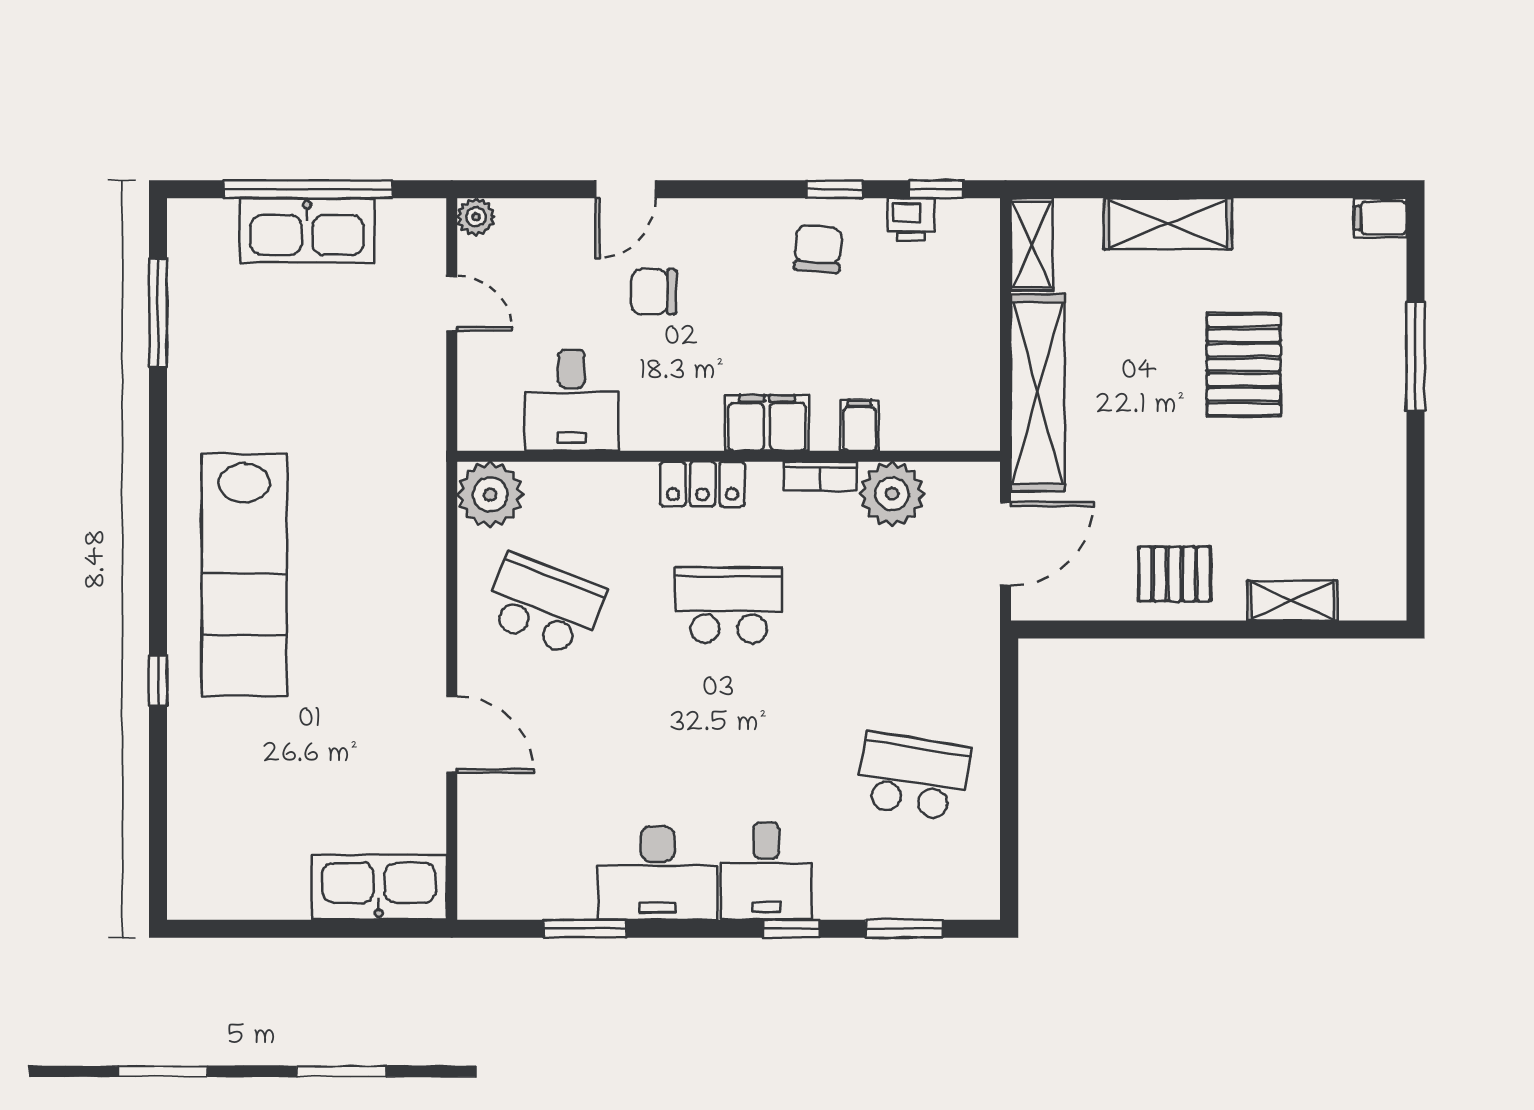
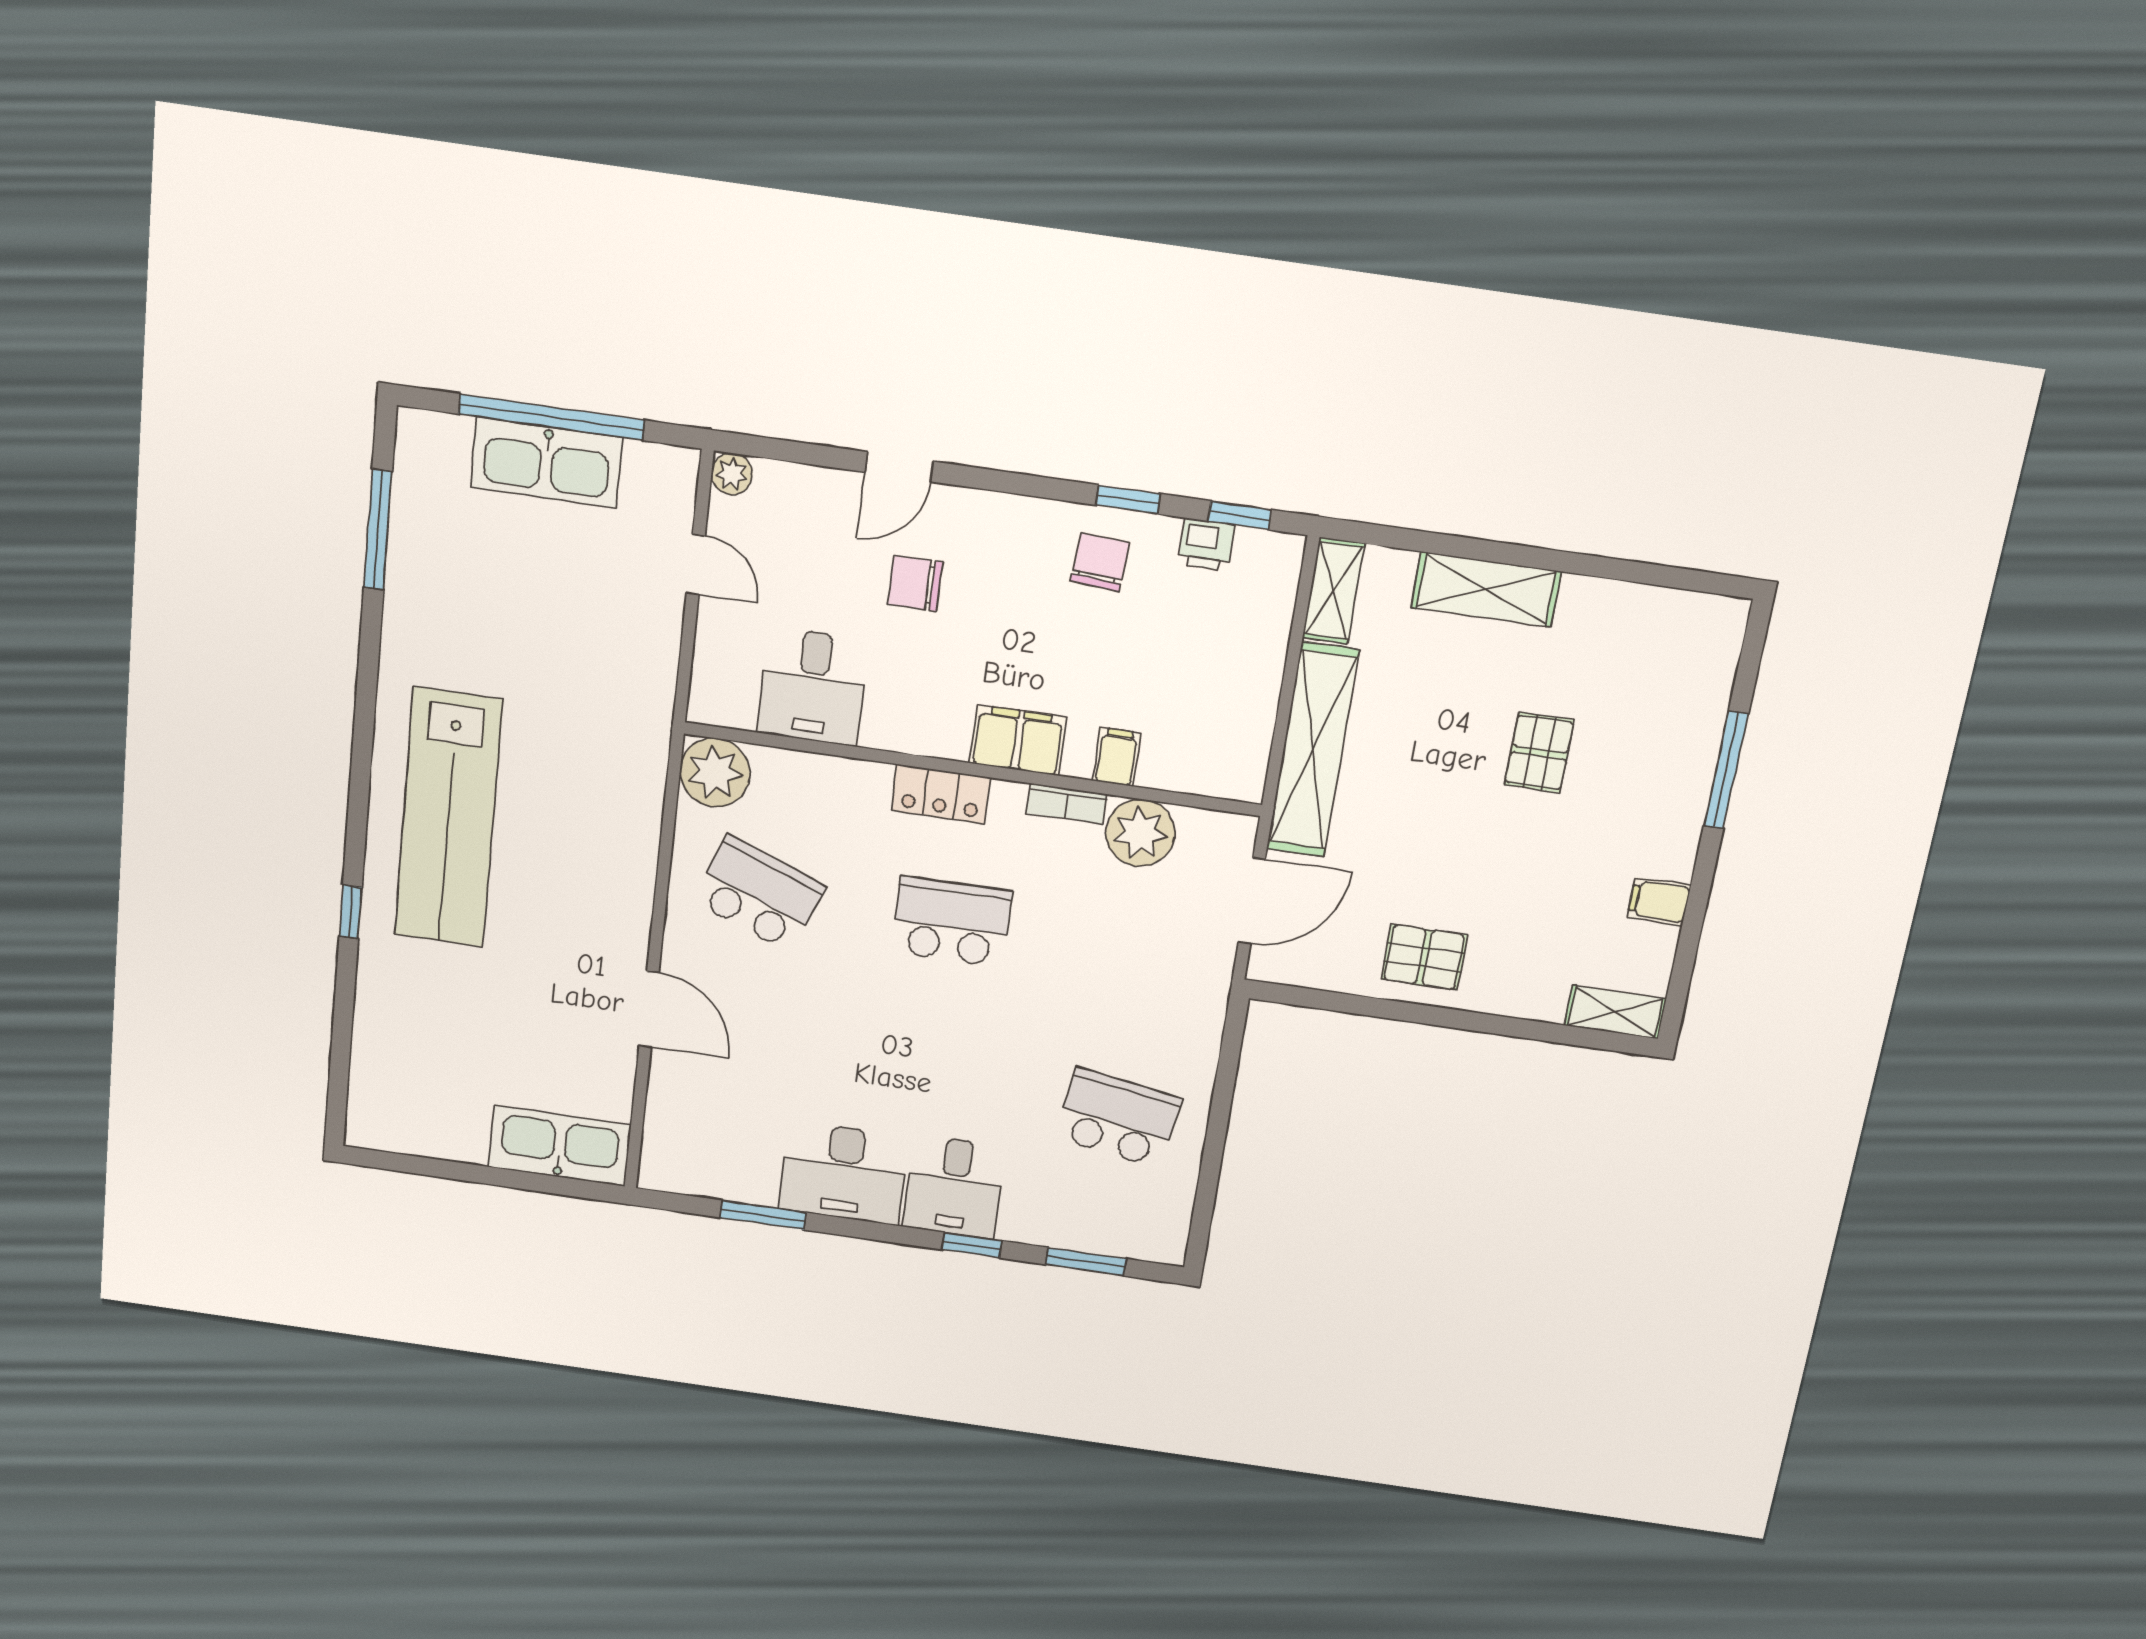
filing cabinet: (1380, 218) -> (1659, 901), moved
pallet: (1244, 365) -> (1539, 752), width x0.67, depth x0.71
shelving: (1292, 600) -> (1615, 1012), moved

